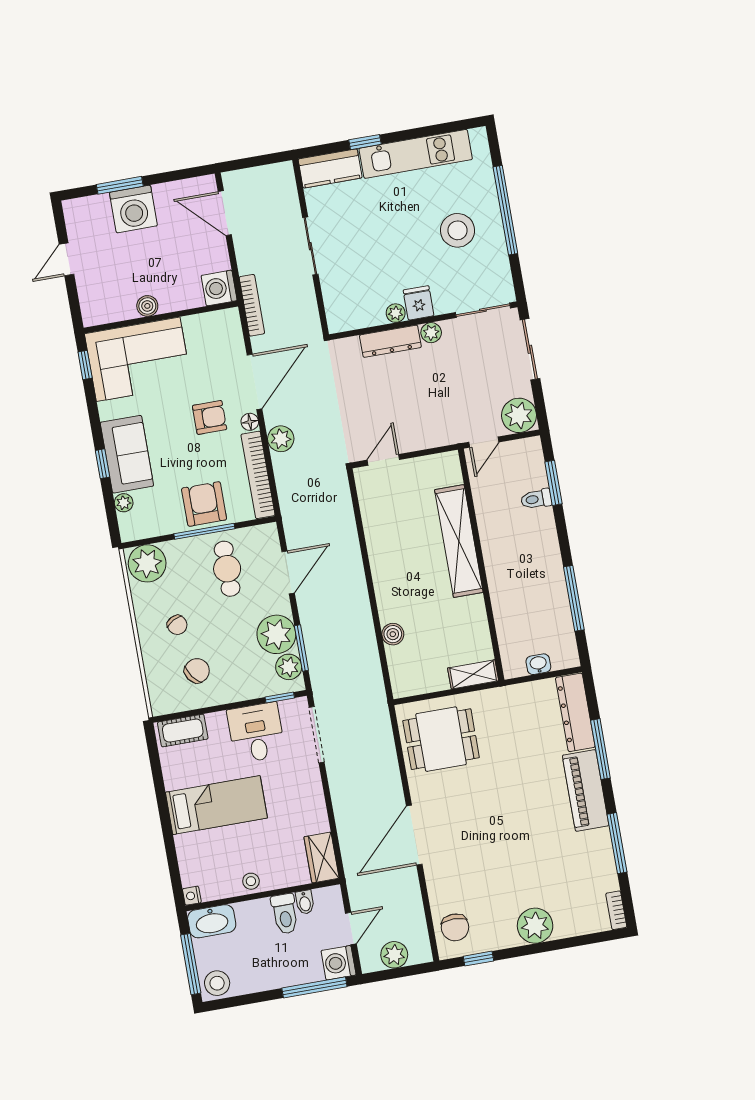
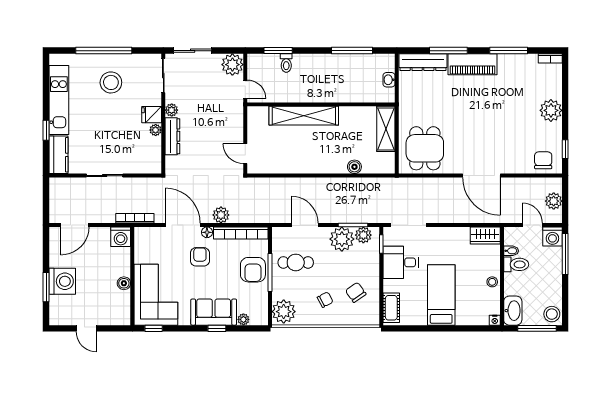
armchair: (204, 504) -> (253, 270), turned -90
shelving: (473, 674) -> (386, 129), width x1.50, depth x1.33
chair: (455, 927) -> (543, 160), turned -90

